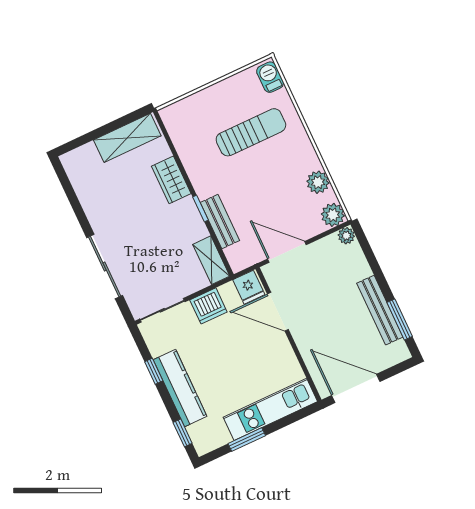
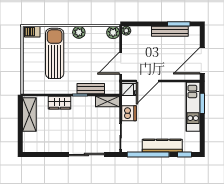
sun lounger: (251, 132) -> (55, 53), width x1.36, depth x1.34
plant: (318, 182) -> (79, 32), moved
window: (154, 371) -> (148, 155), width x3.17
window: (247, 440) -> (202, 103), moved

